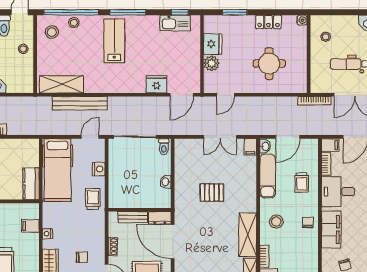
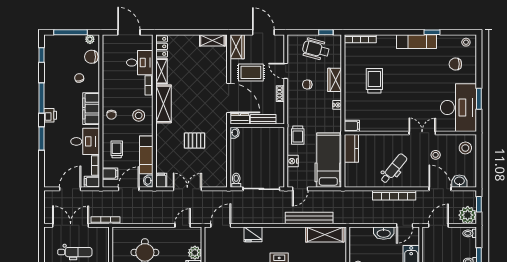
fridge: (156, 84) -> (253, 234), moved
filing cabinet: (309, 155) -> (110, 174), added
washbasin: (166, 182) -> (235, 133), moved
filing cabinet: (30, 226) -> (352, 126), moved

